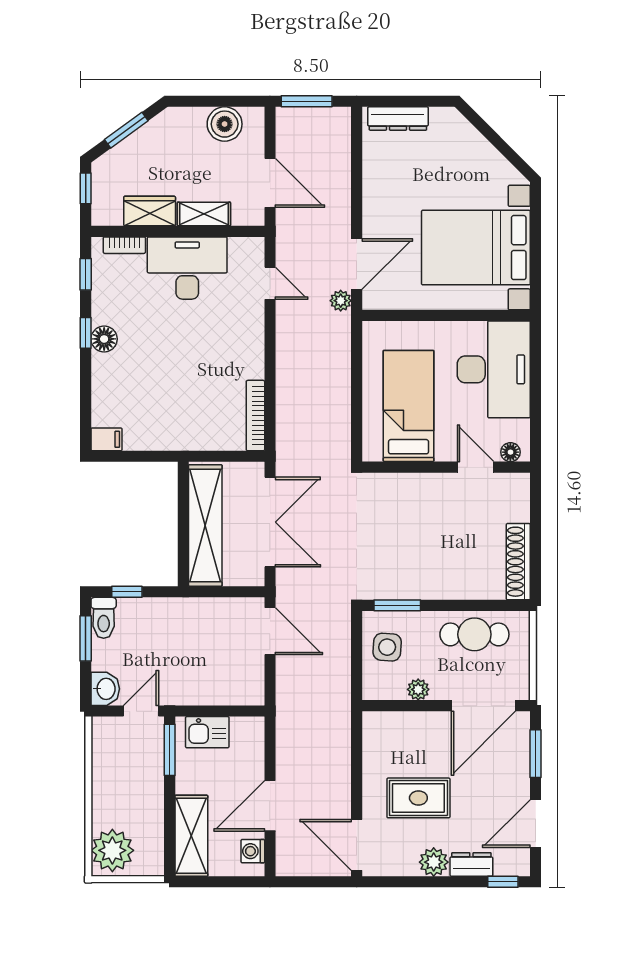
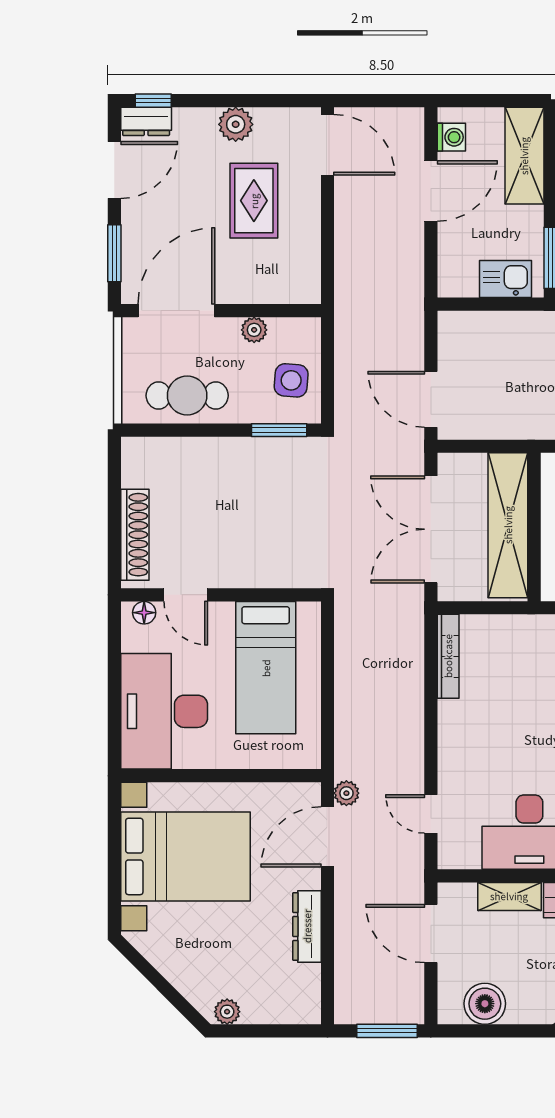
plant: (441, 117) -> (227, 1012), added
dresser: (398, 118) -> (307, 926), moved, turned -90
shoe rack: (518, 562) -> (135, 535), moved
rug: (418, 798) -> (254, 201), turned 90
dresser: (471, 864) -> (146, 121), moved

